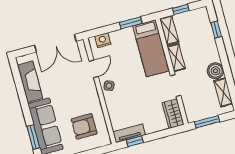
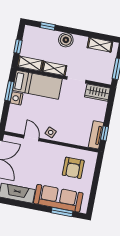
nightstand: (103, 40) -> (16, 98), moved
boiler: (215, 71) -> (66, 40), moved

